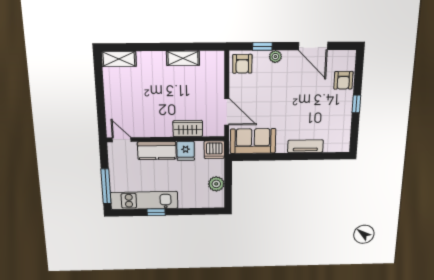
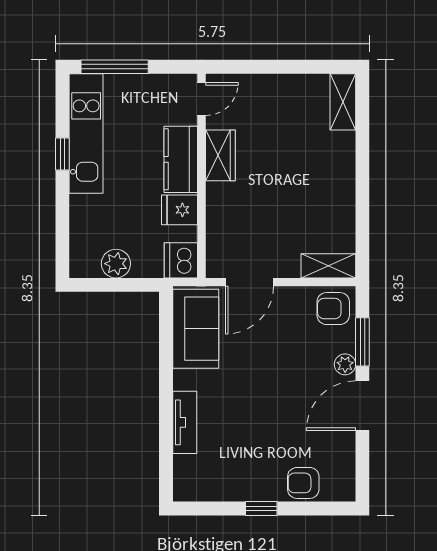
window: (262, 46) -> (362, 342), width x1.50
door: (313, 46) -> (362, 406), moved
shelving: (183, 58) -> (328, 266), moved, turned 90
wardrobe: (188, 129) -> (220, 155), moved

